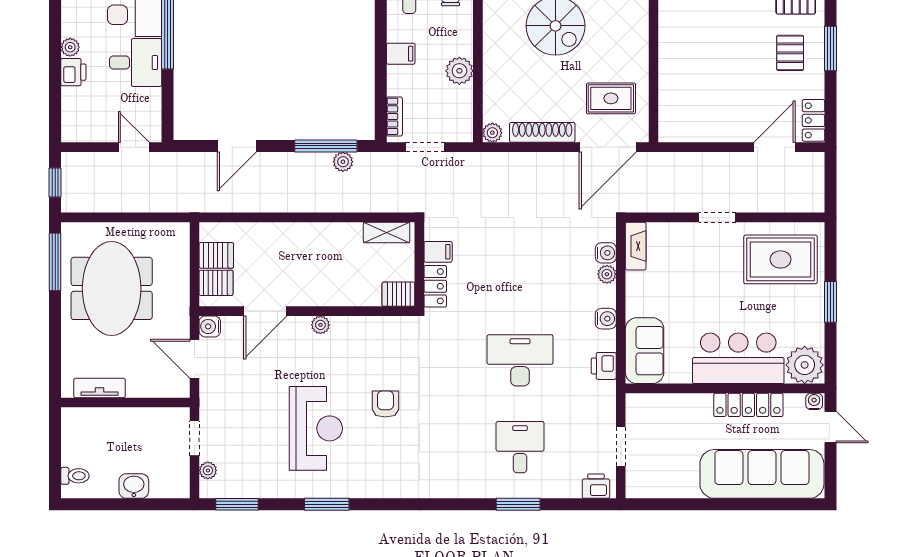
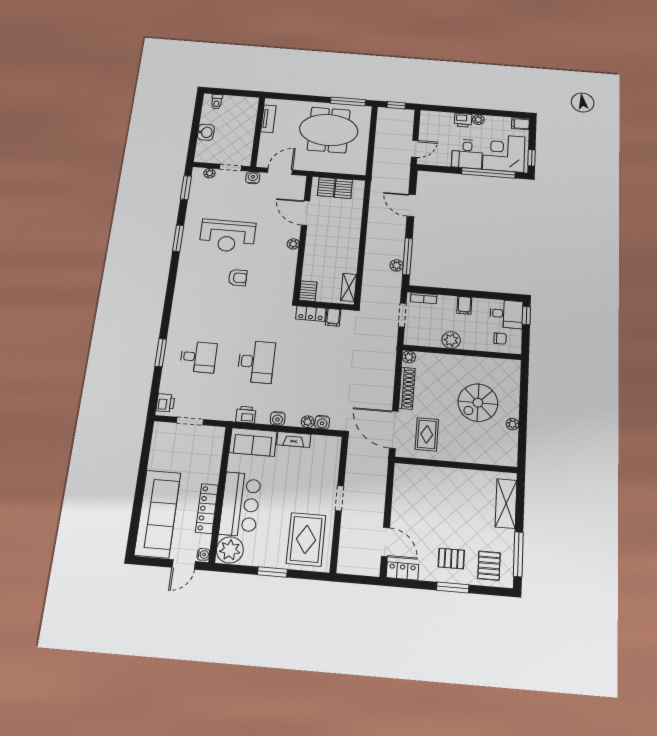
fireplace: (636, 246) -> (294, 440), moved
water cooler: (210, 326) -> (253, 178), moved

